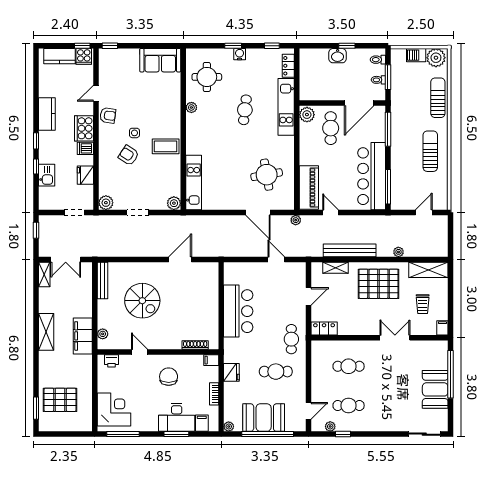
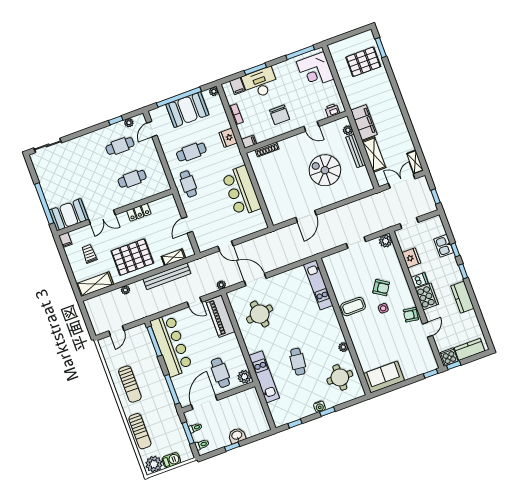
locker: (288, 66) -> (275, 412), removed
plant: (174, 203) -> (328, 262), removed
bench: (102, 281) -> (356, 151), moved
locker: (324, 329) -> (139, 212), moved
shelving: (46, 332) -> (374, 154), moved
booth: (435, 389) -> (69, 215), moved, turned 90

